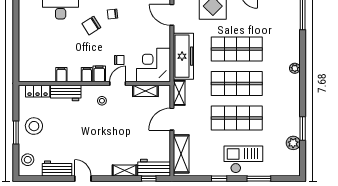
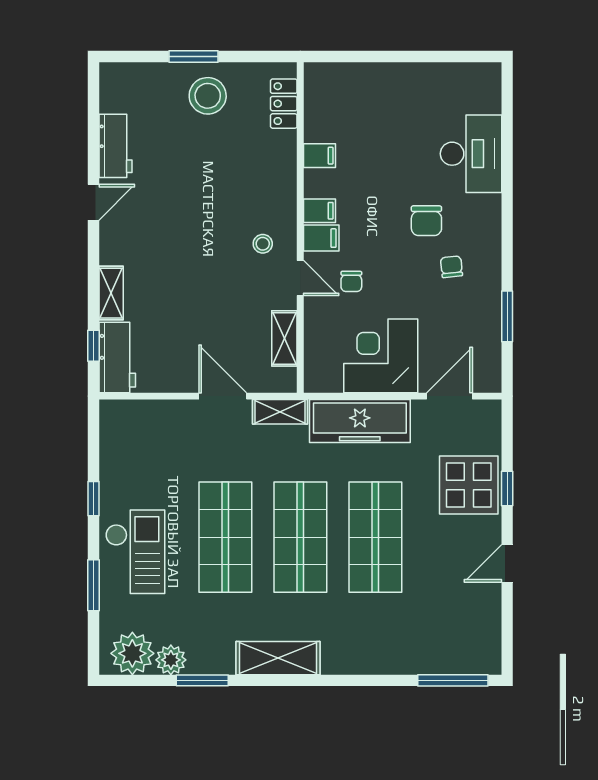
chair: (91, 26) -> (426, 221), turned -148
corner desk: (153, 65) -> (381, 356), moved, turned -90
plant: (295, 68) -> (132, 653), moved, width x1.88, depth x1.88
workbench: (66, 93) -> (280, 165), removed
shelving: (181, 154) -> (278, 658), moved
stool: (28, 160) -> (135, 82), removed

